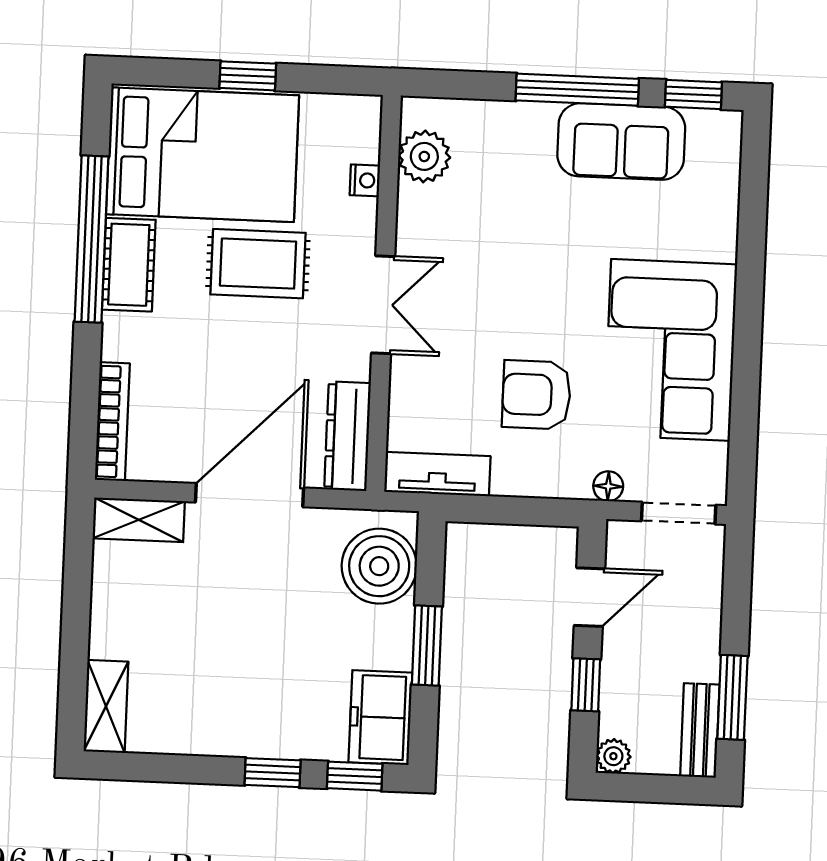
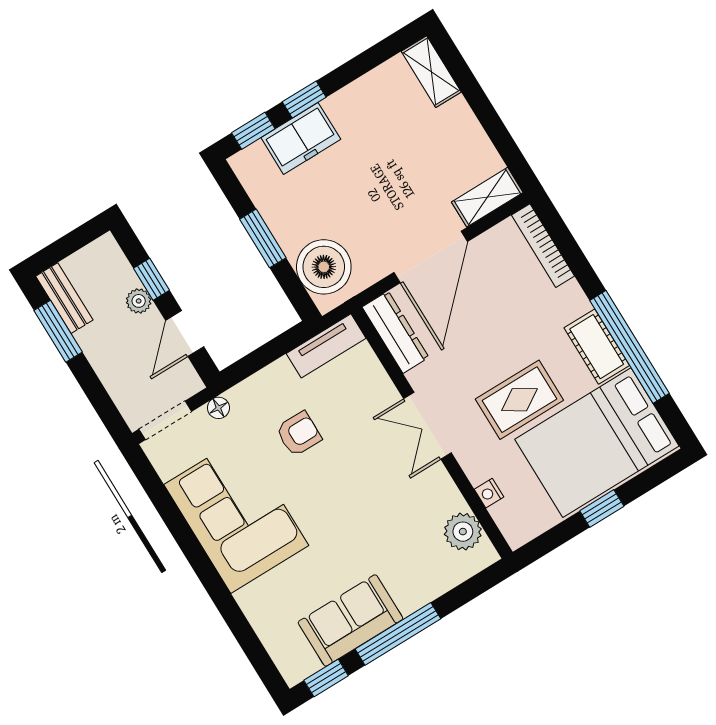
armchair: (536, 395) -> (299, 434), width x0.72, depth x0.72
freezer: (380, 717) -> (301, 138), moved, turned 90
plant: (613, 756) -> (139, 301), moved

